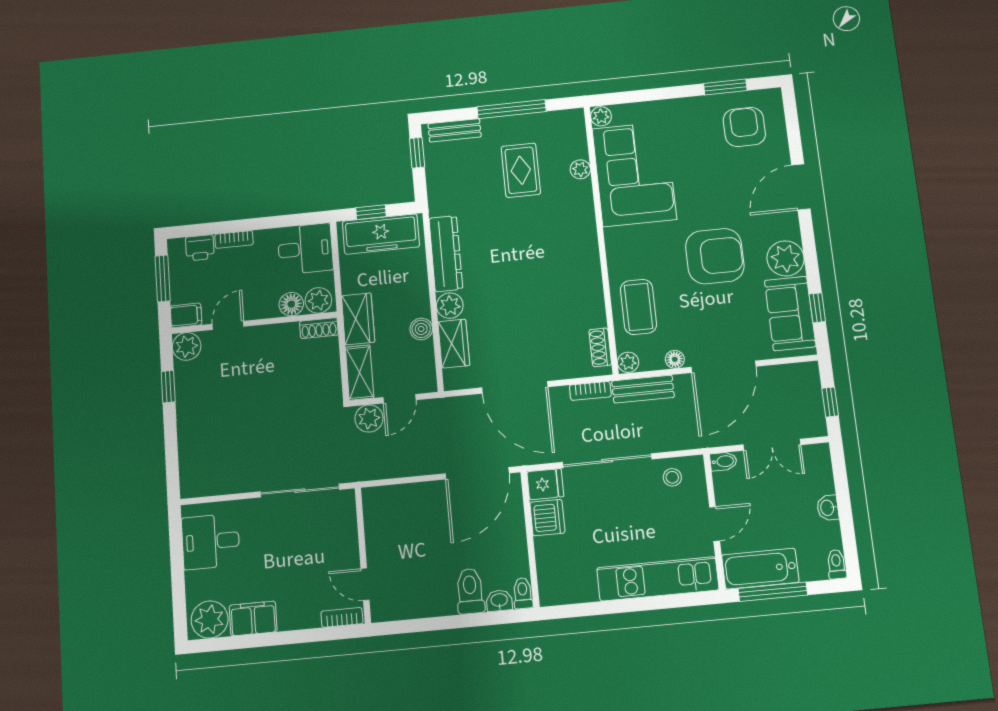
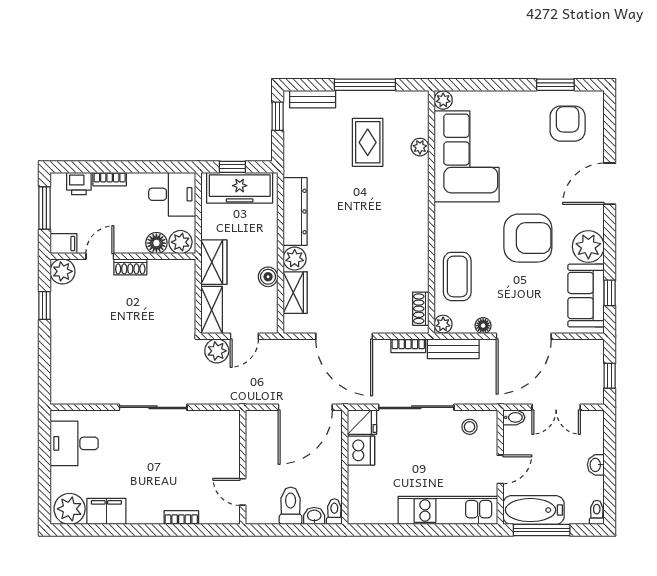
shoe rack: (319, 328) -> (130, 267), moved
wall: (363, 555) -> (243, 467), moved
door: (365, 584) -> (243, 492), moved

